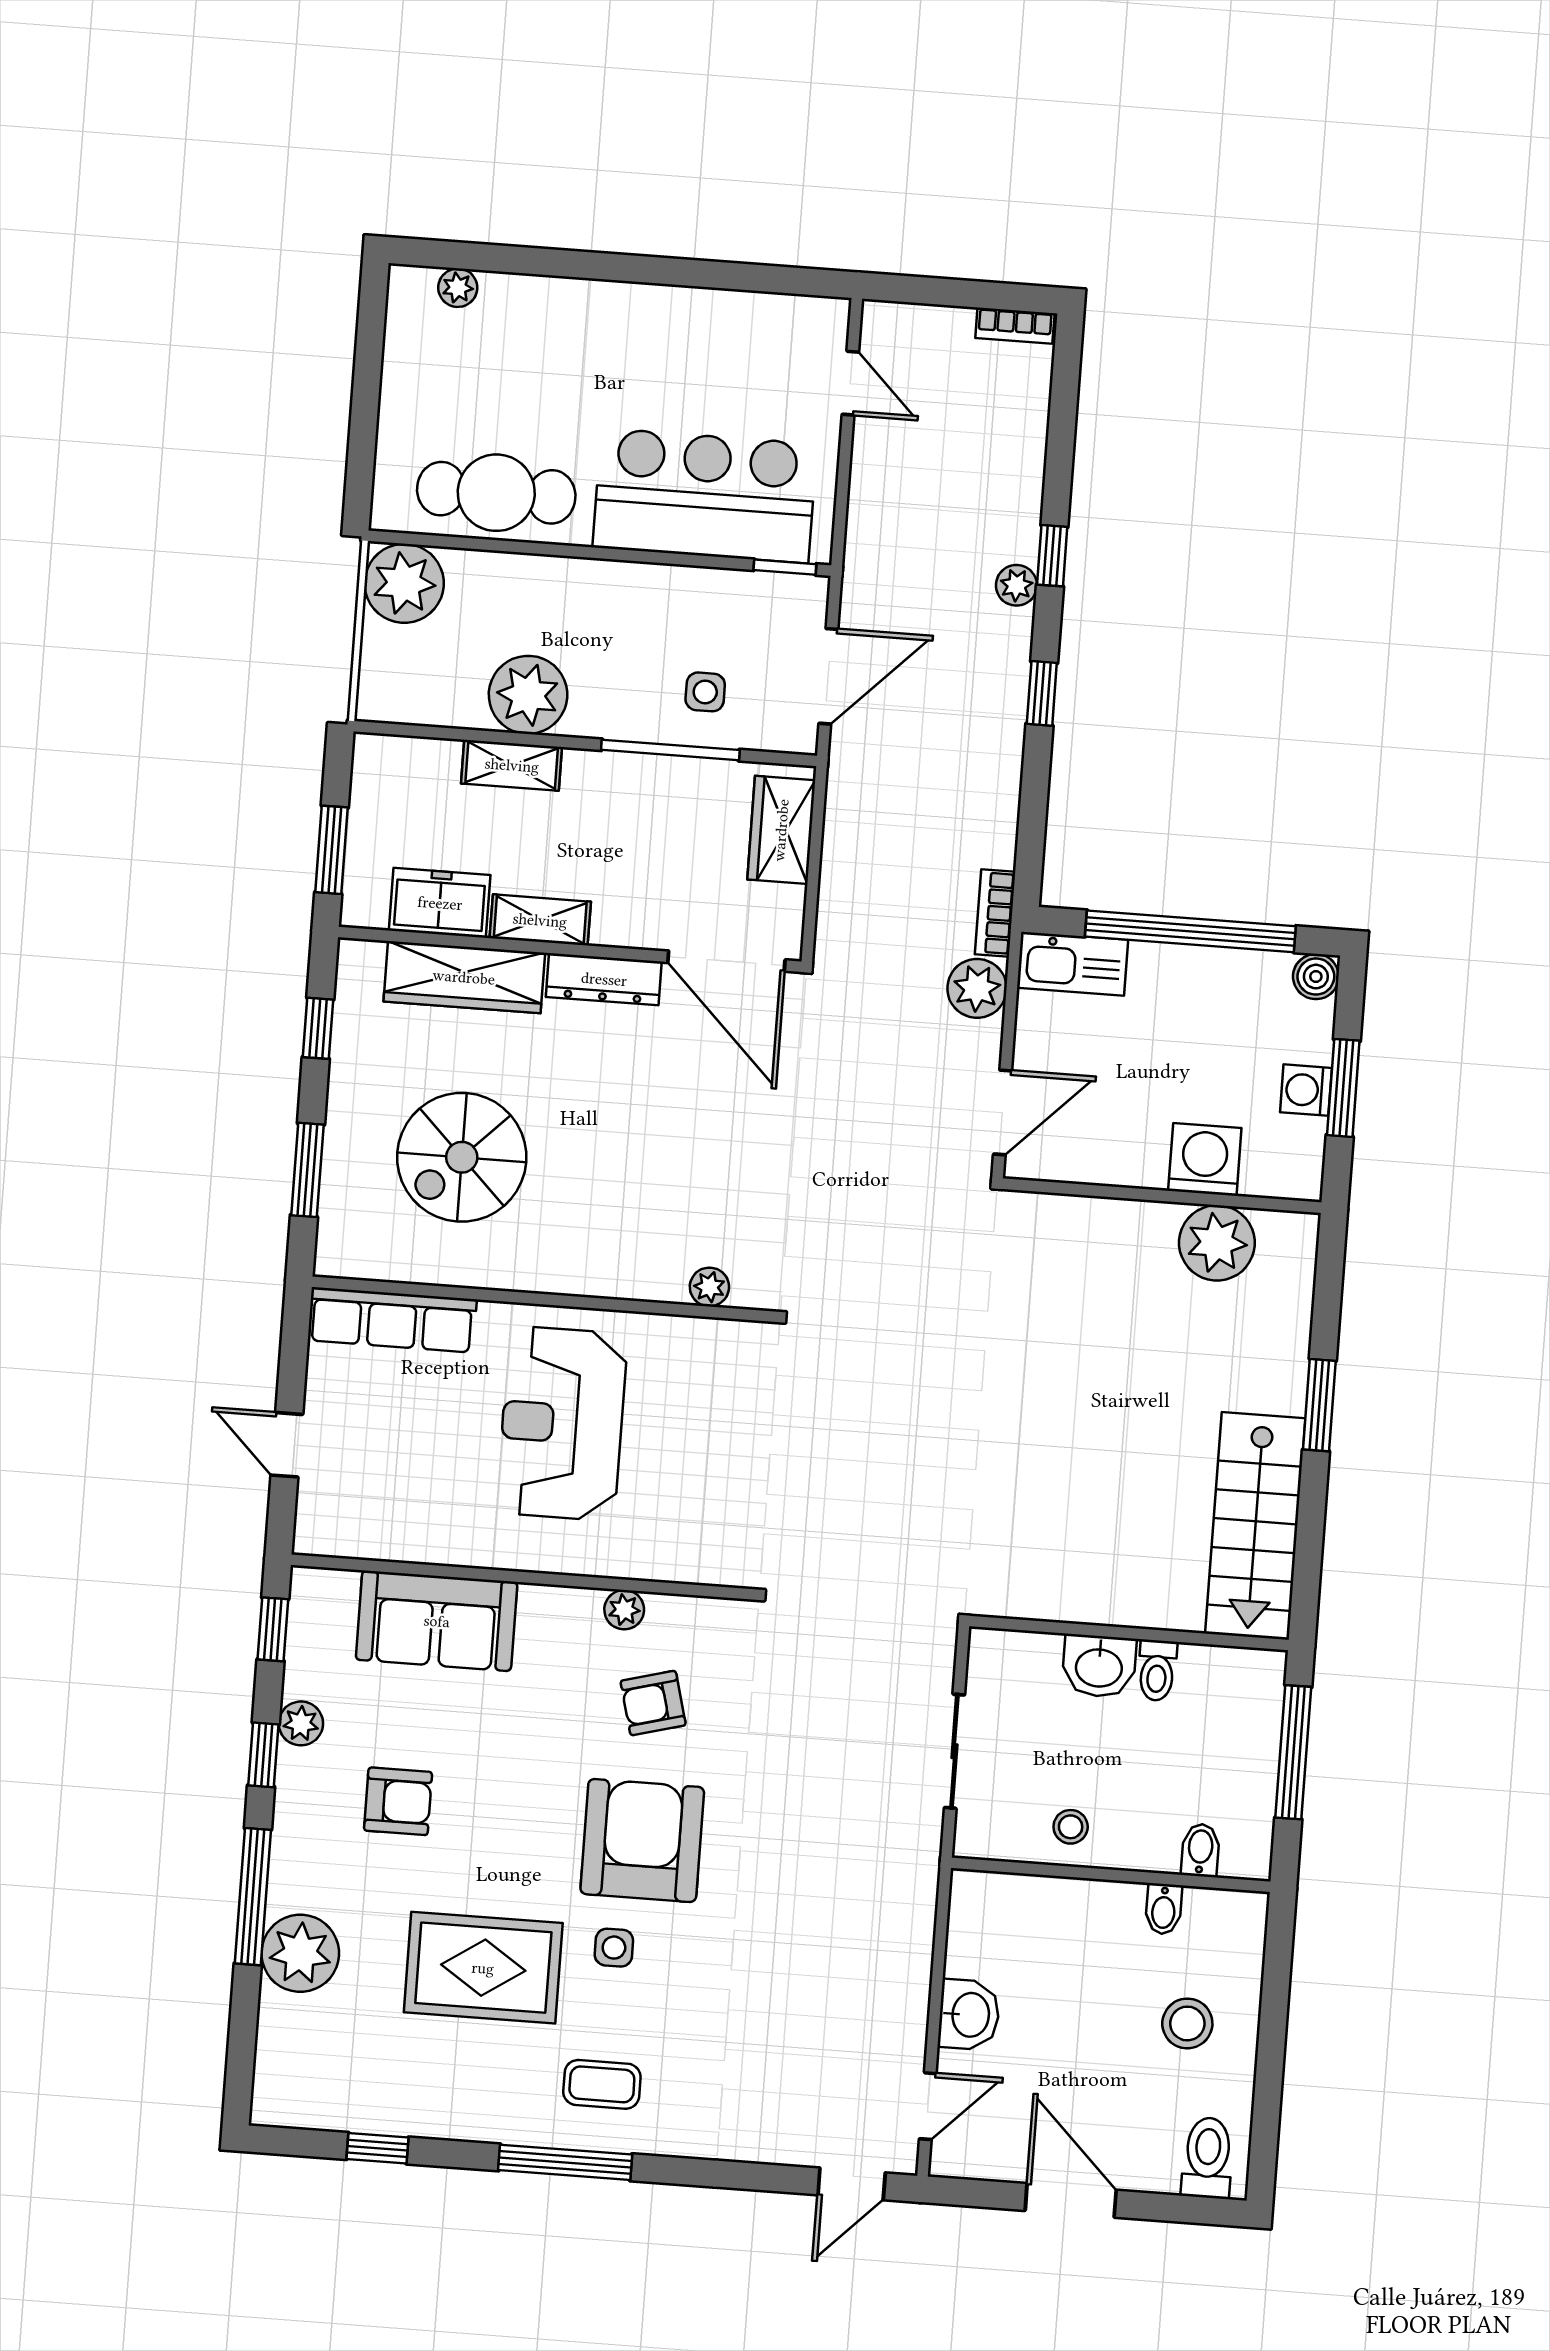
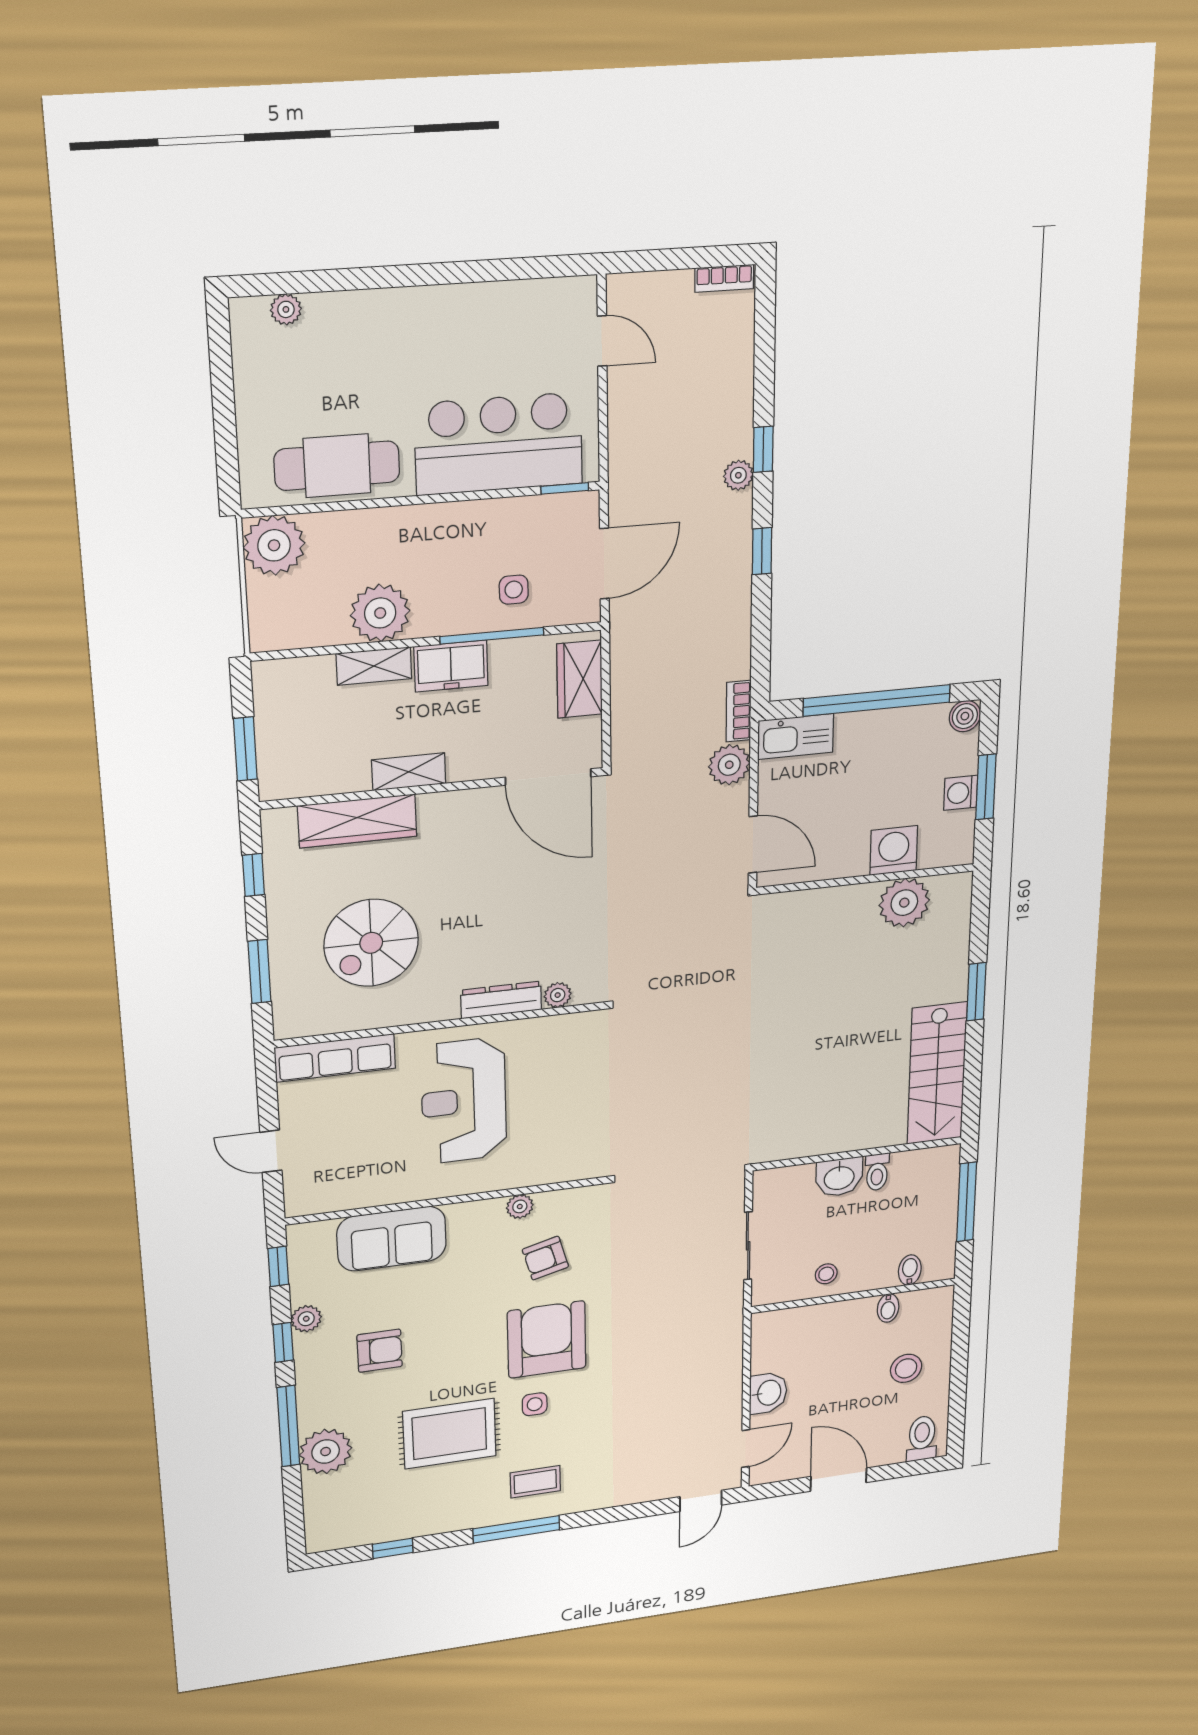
freezer: (440, 903) -> (451, 666), moved, turned 180
dresser: (604, 979) -> (501, 1000), moved, turned 180
door: (1003, 1112) -> (753, 845), hinge flipped

